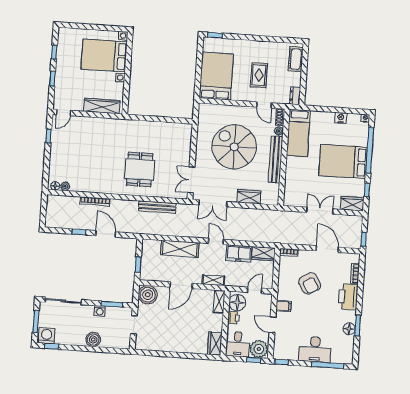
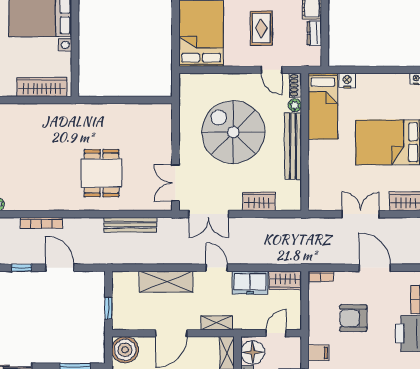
dresser: (295, 96) -> (314, 33), moved
nightstand: (341, 118) -> (347, 81), moved
armchair: (310, 283) -> (353, 318), turned 120

